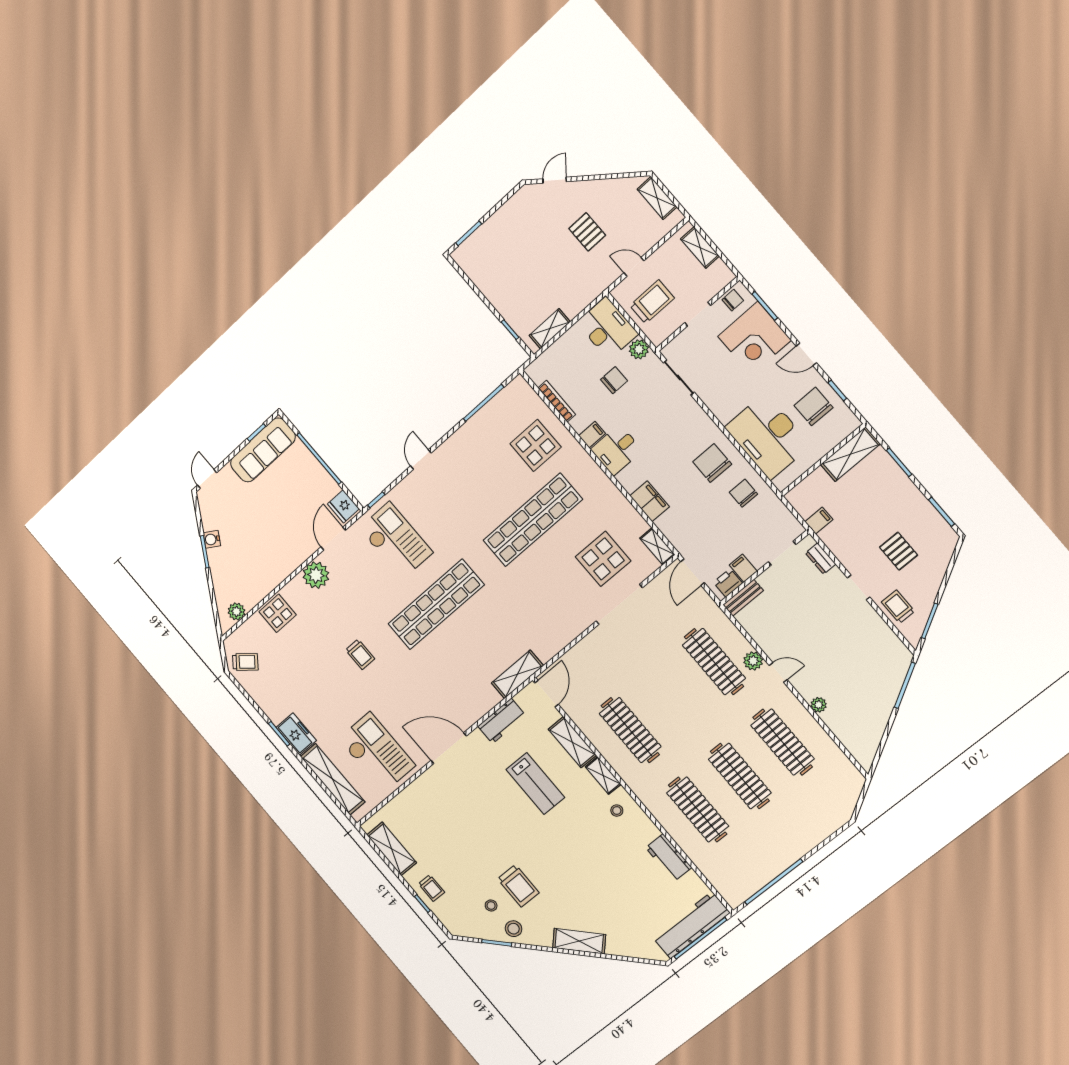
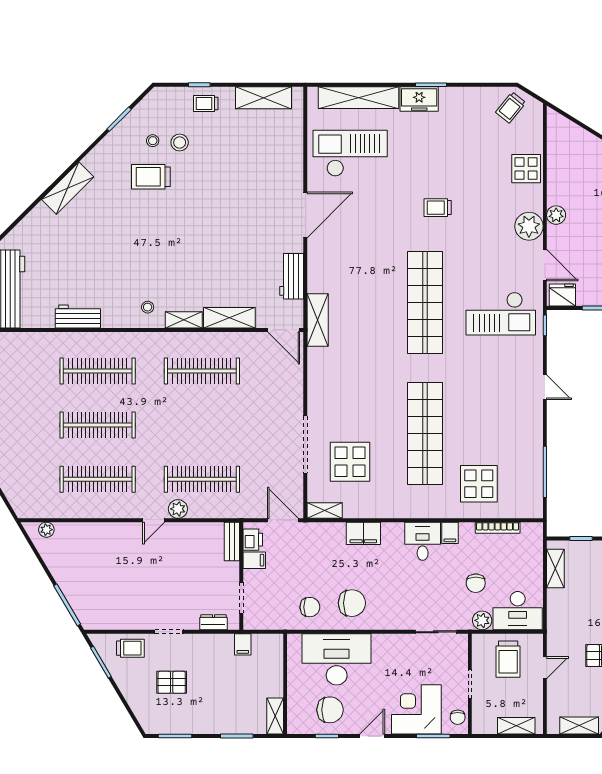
shelving: (850, 454) -> (275, 716), width x0.67, depth x0.75
plant: (236, 612) -> (556, 215), moved
plant: (819, 705) -> (46, 530), moved
checkout: (377, 752) -> (350, 153), turned 180
lab bench: (535, 783) -> (221, 261), removed
stool: (514, 929) -> (180, 143), moved

